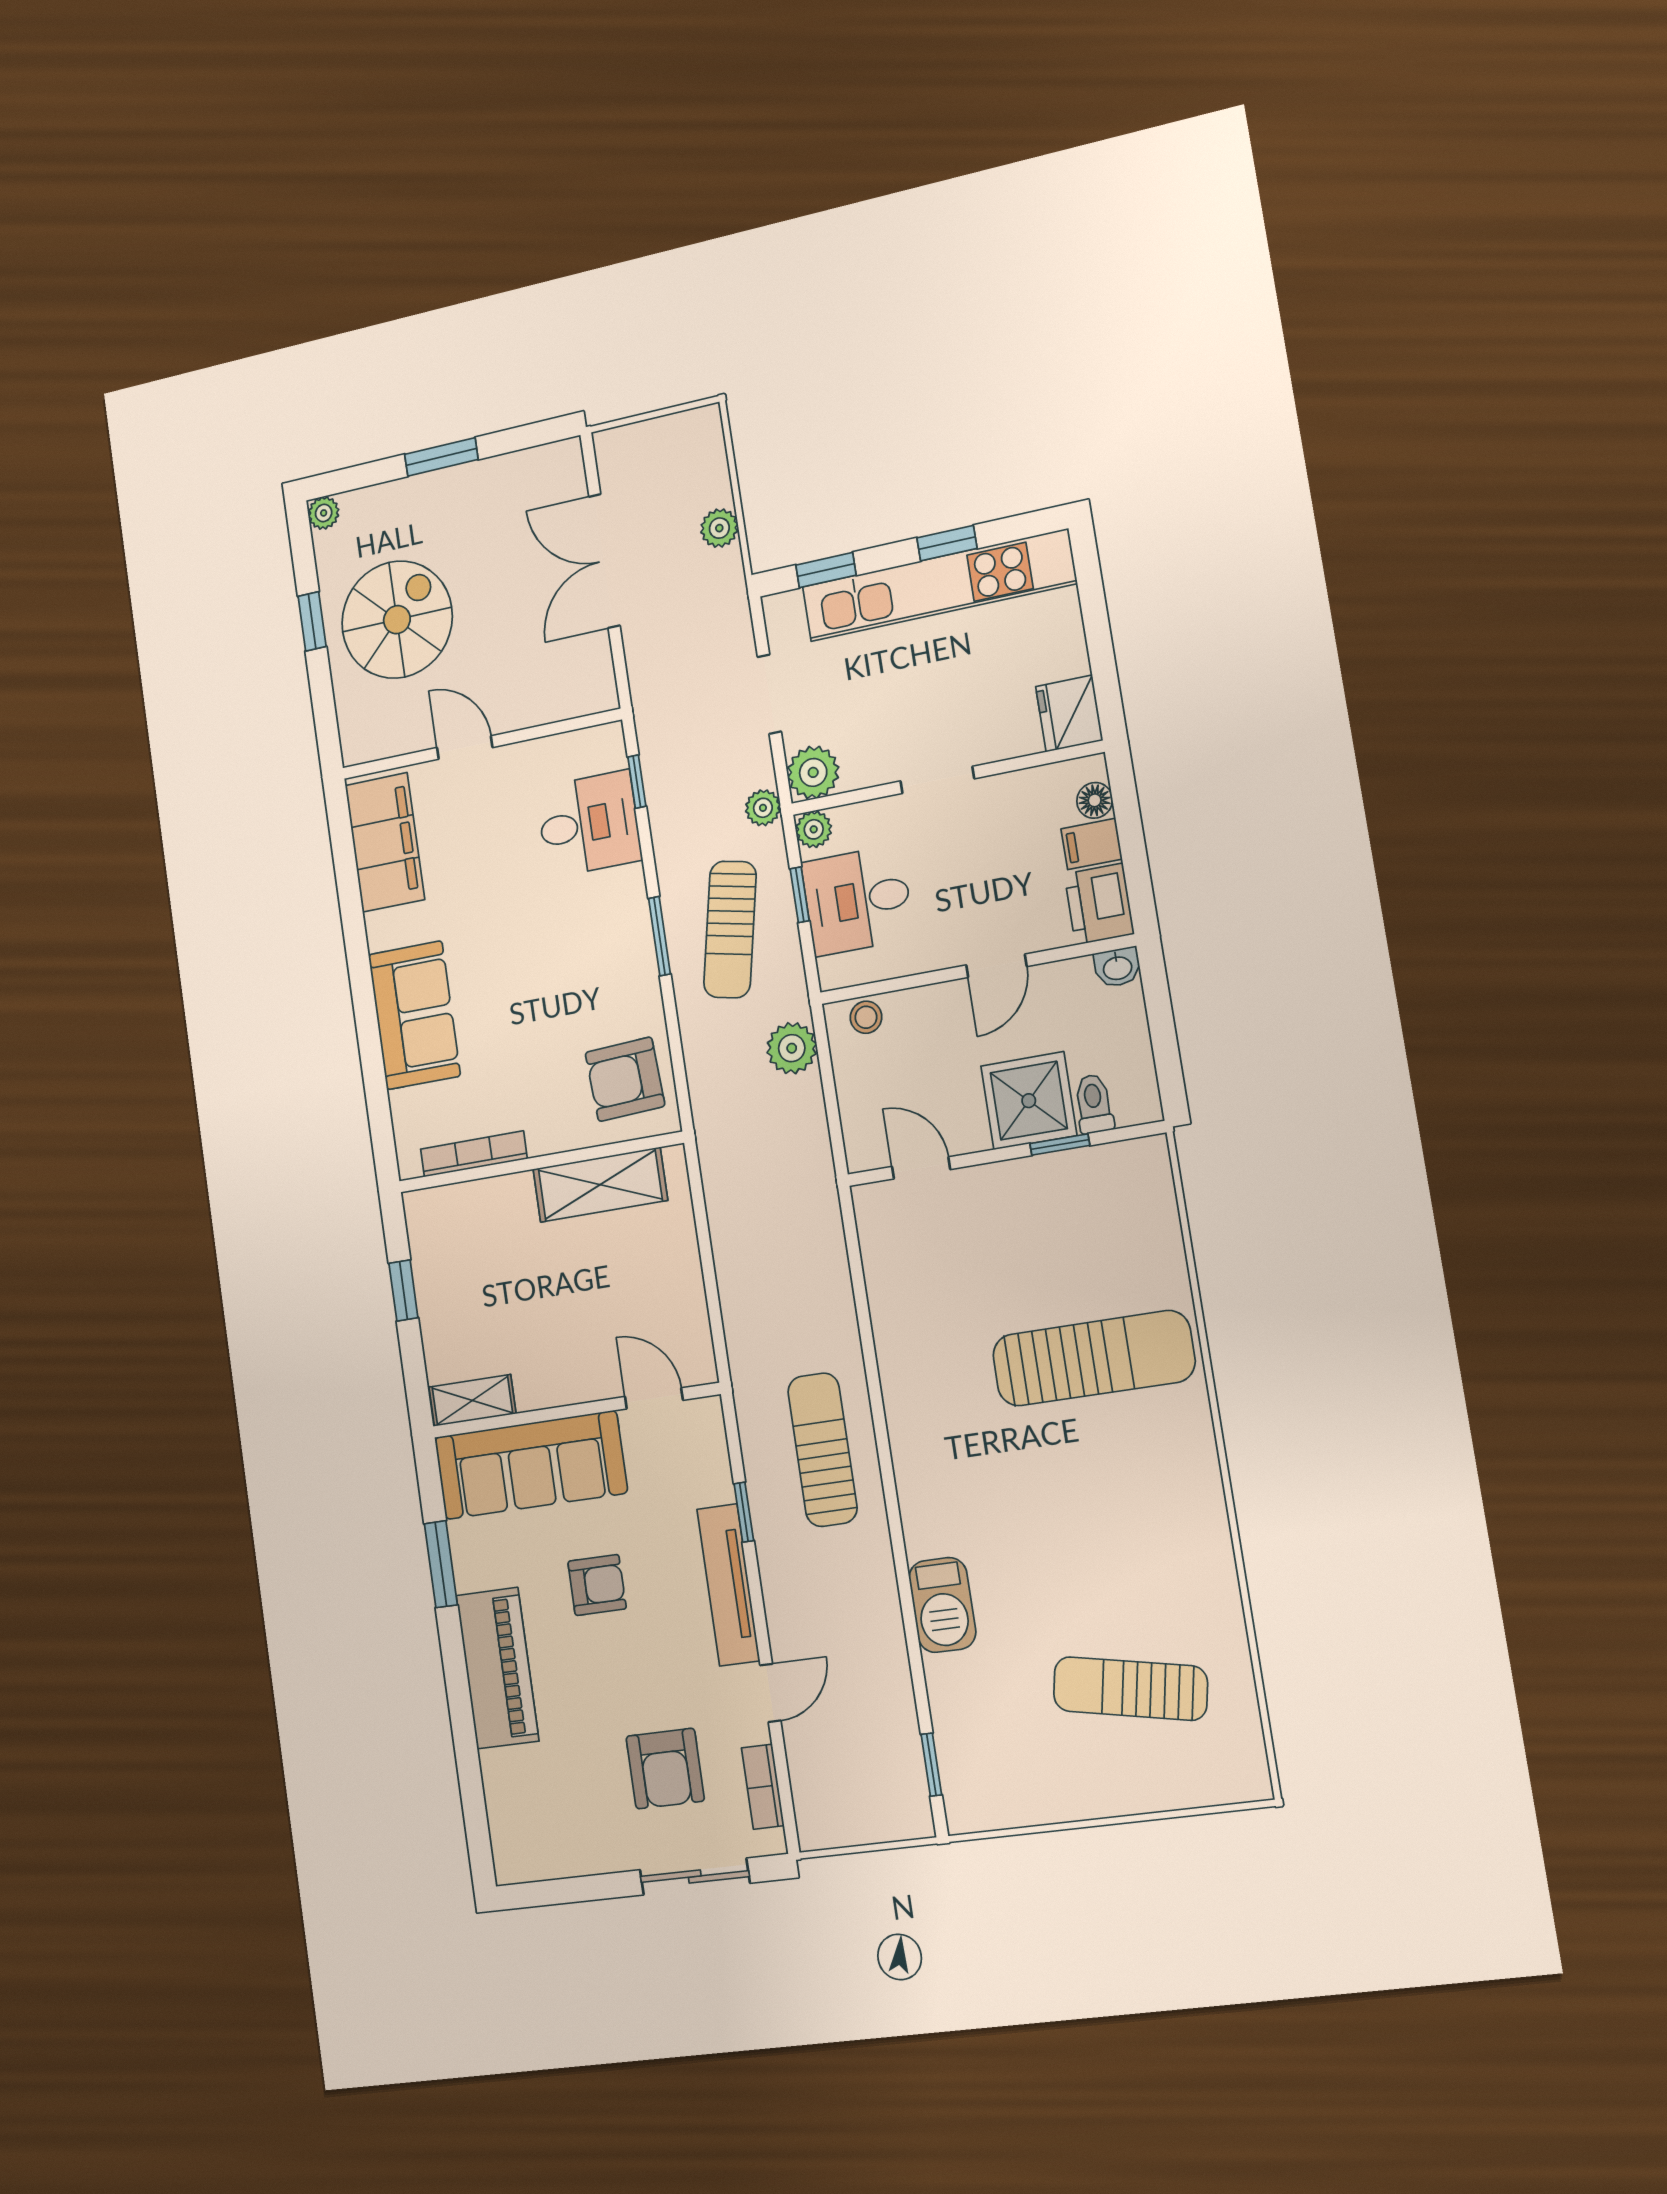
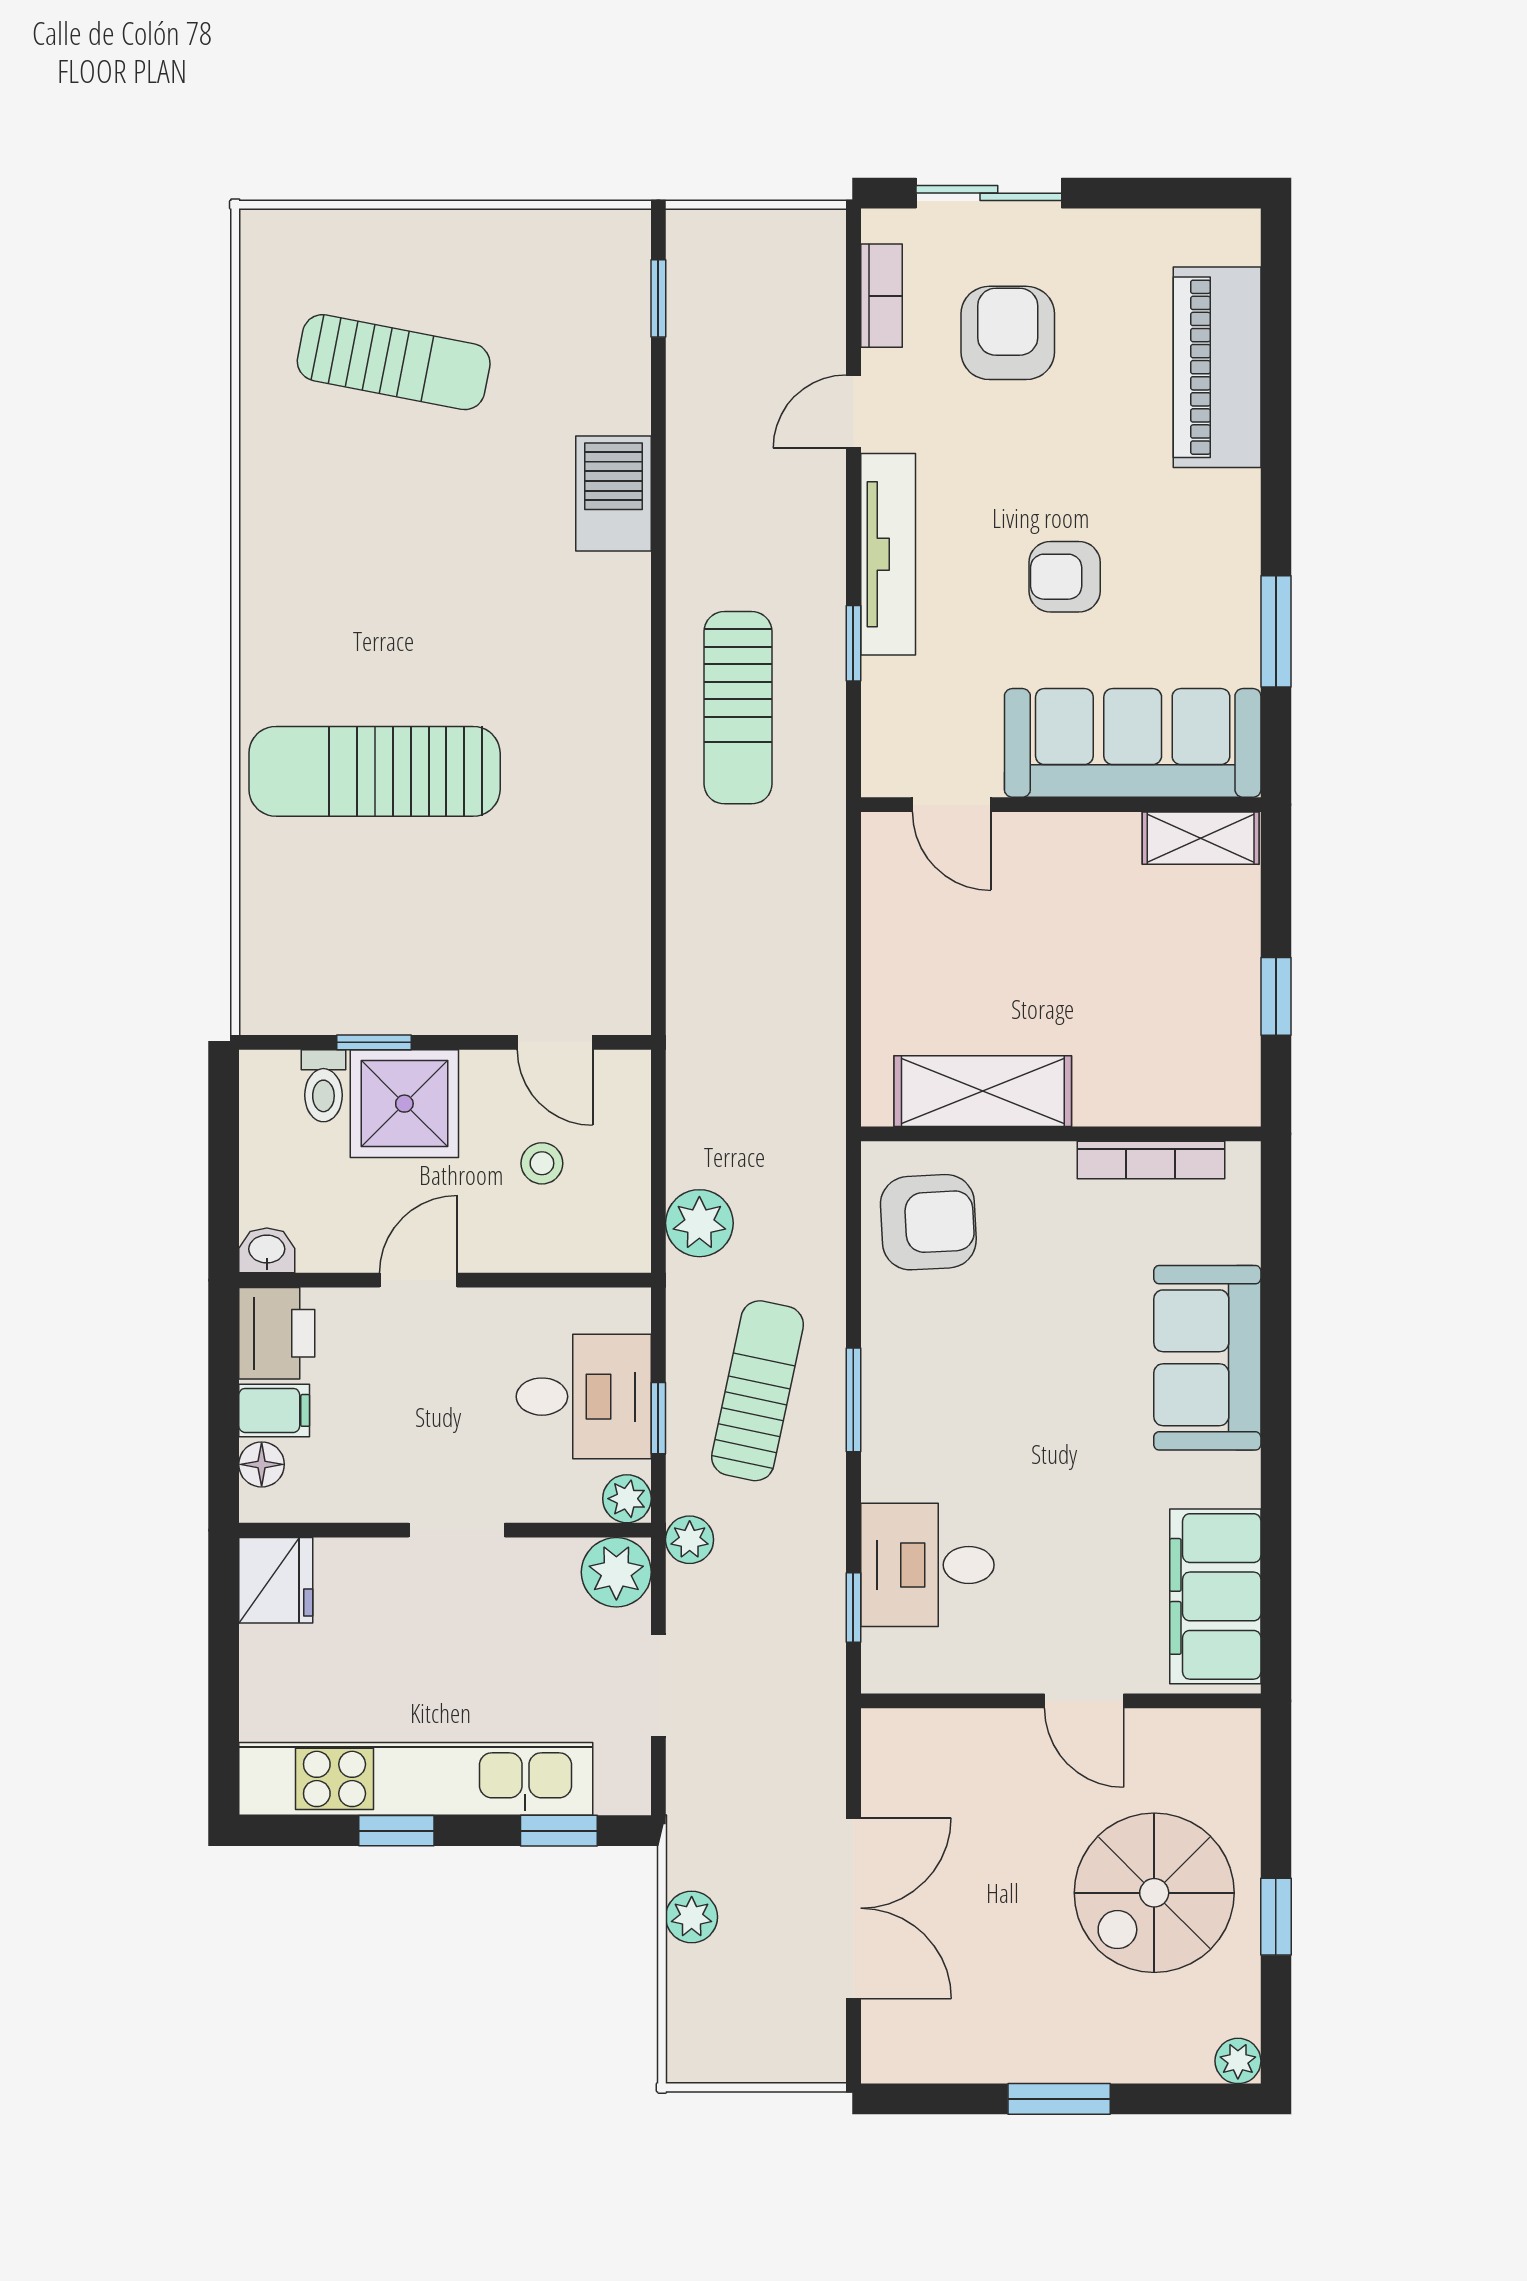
stool: (866, 1017) -> (542, 1163), moved
piano: (497, 1668) -> (1217, 367), moved

